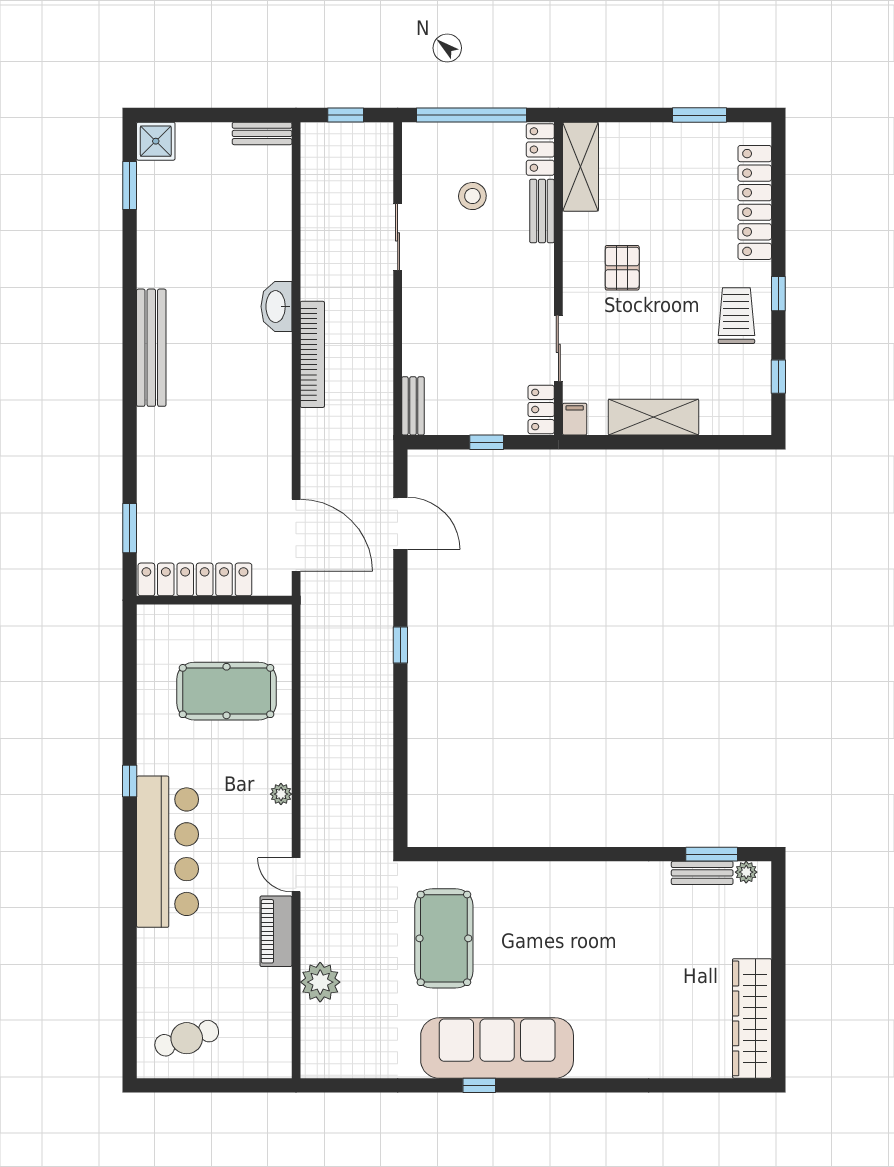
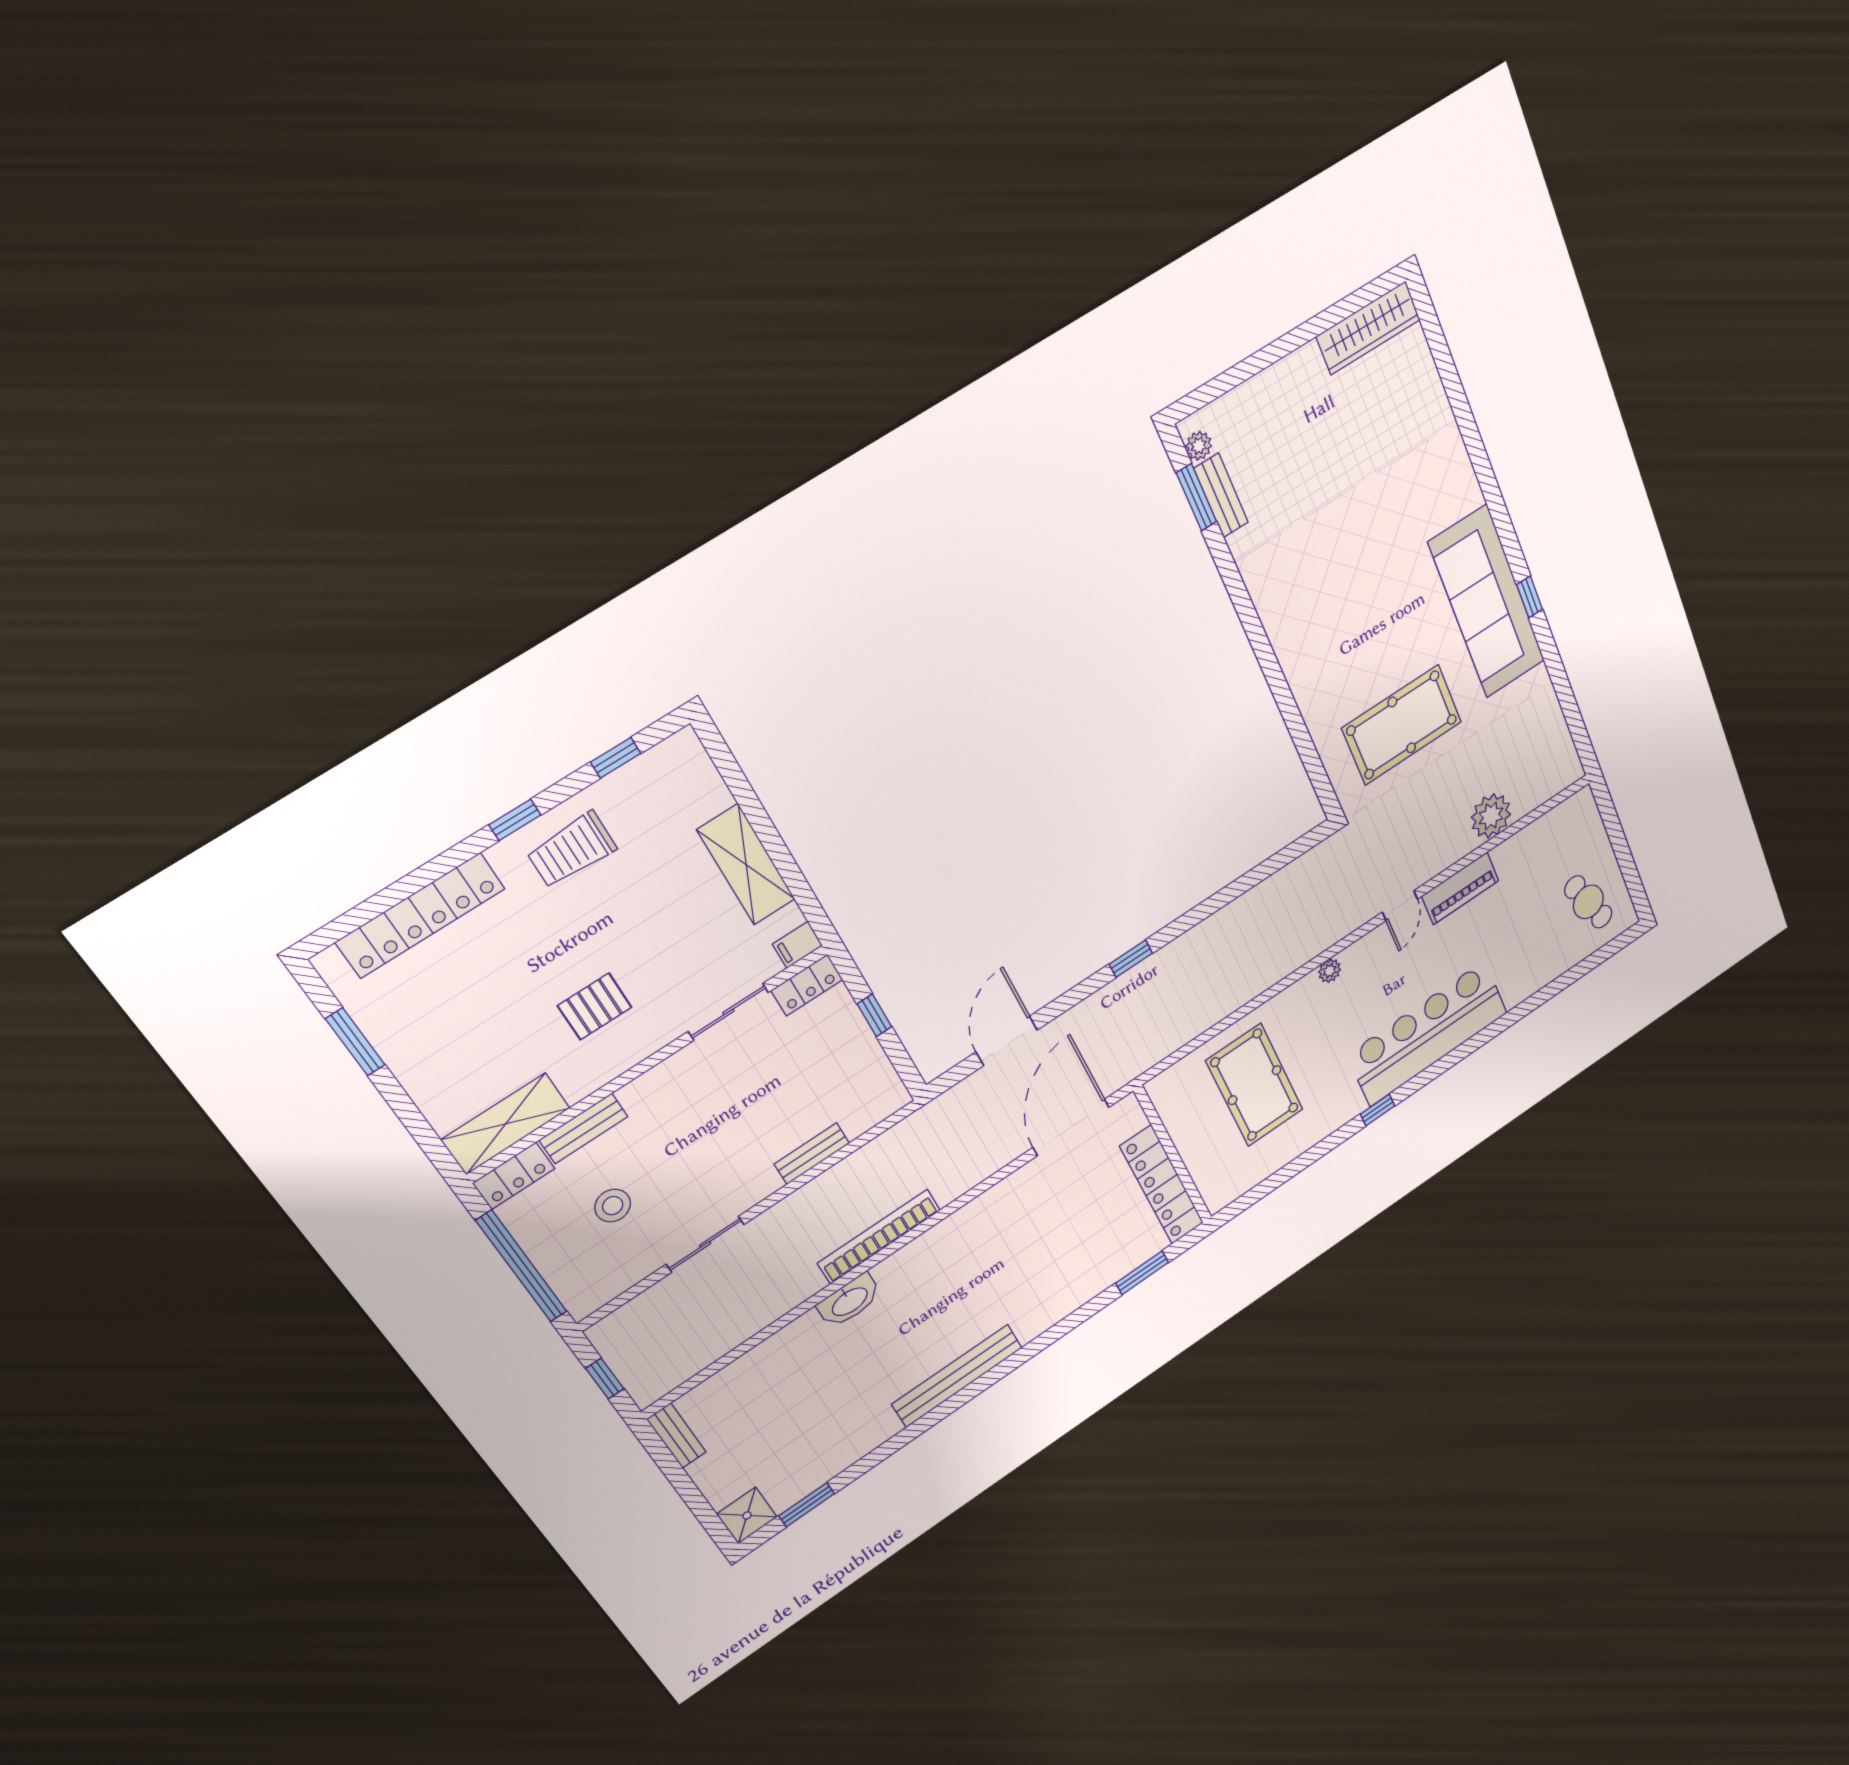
bench: (413, 406) -> (812, 1154), moved
wardrobe: (752, 1018) -> (1368, 328), width x0.71, depth x0.85

